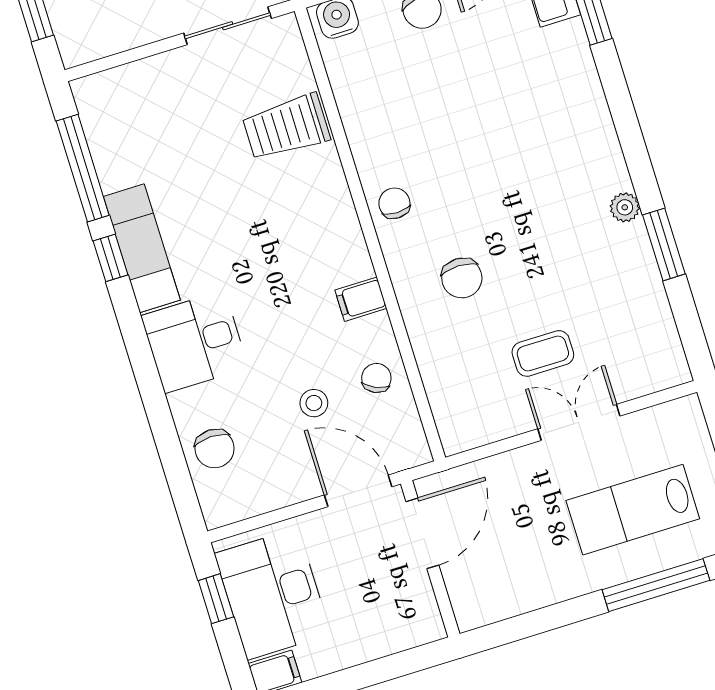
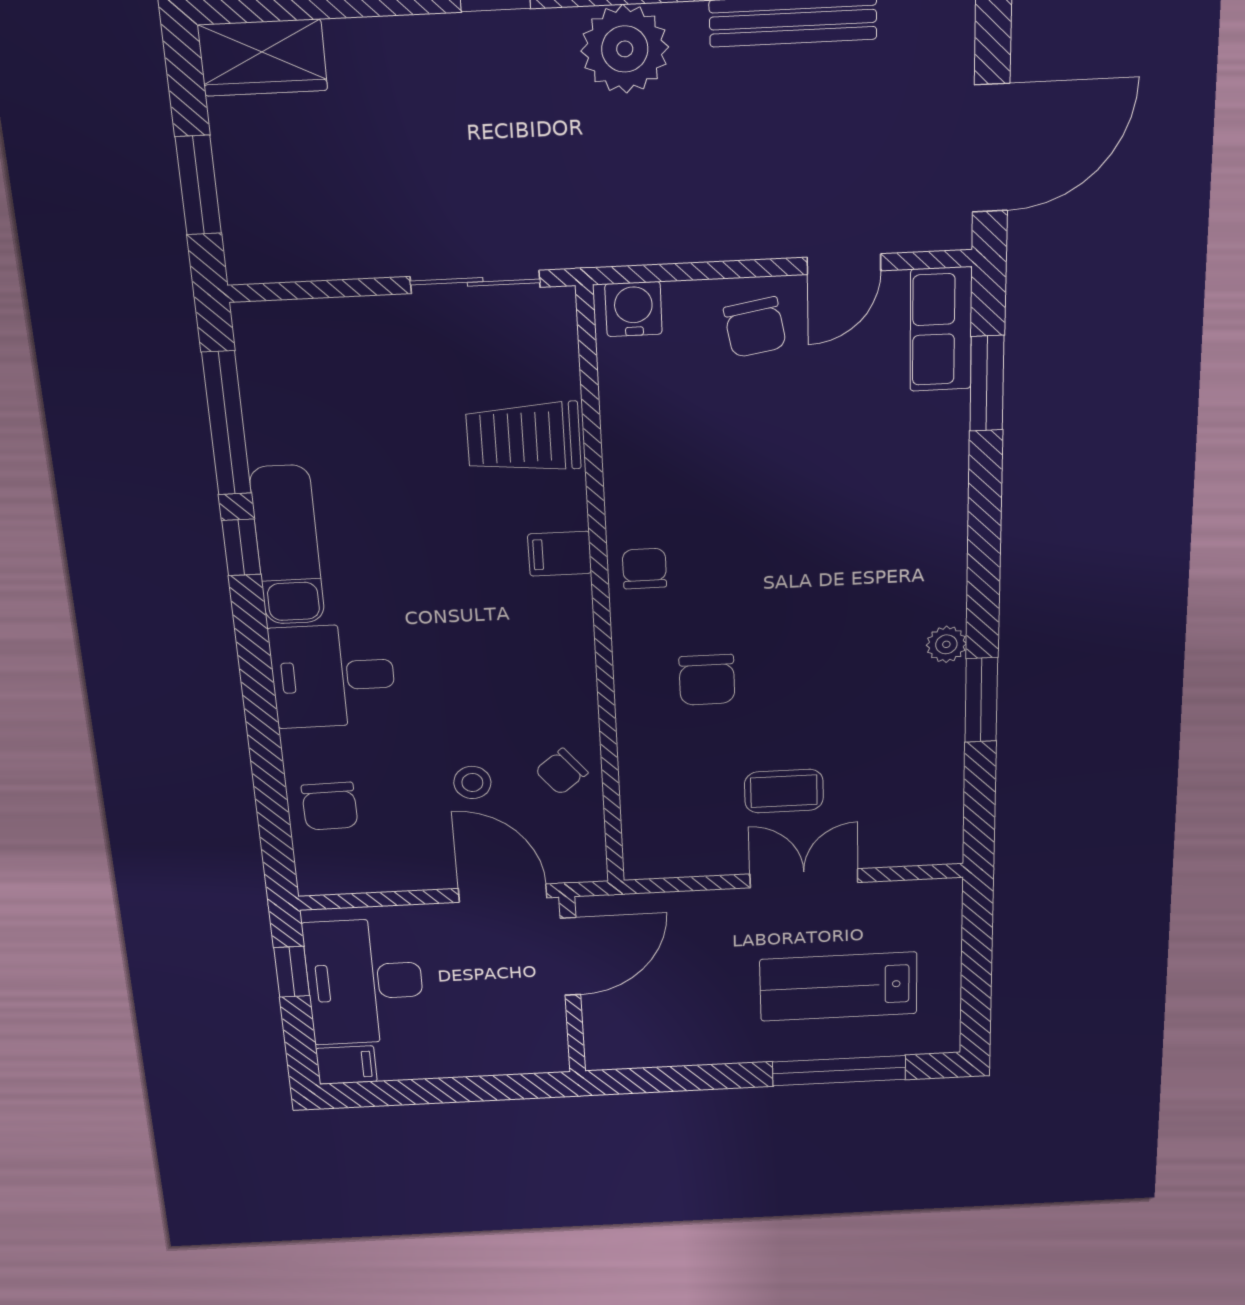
filing cabinet: (361, 299) -> (560, 554), moved
chair: (376, 378) -> (561, 772), turned -153

